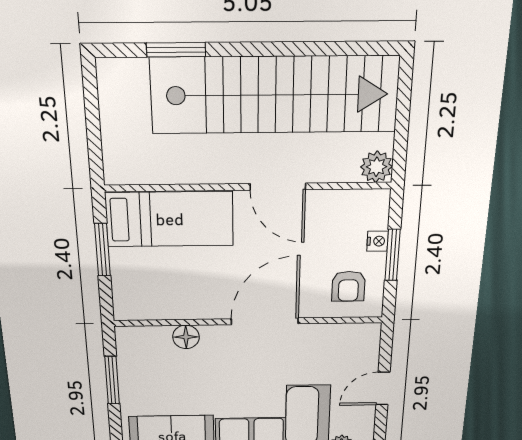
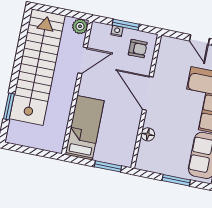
door: (278, 187) -> (83, 60), moved
window: (102, 250) -> (108, 166), moved
window: (112, 380) -> (176, 180), moved

